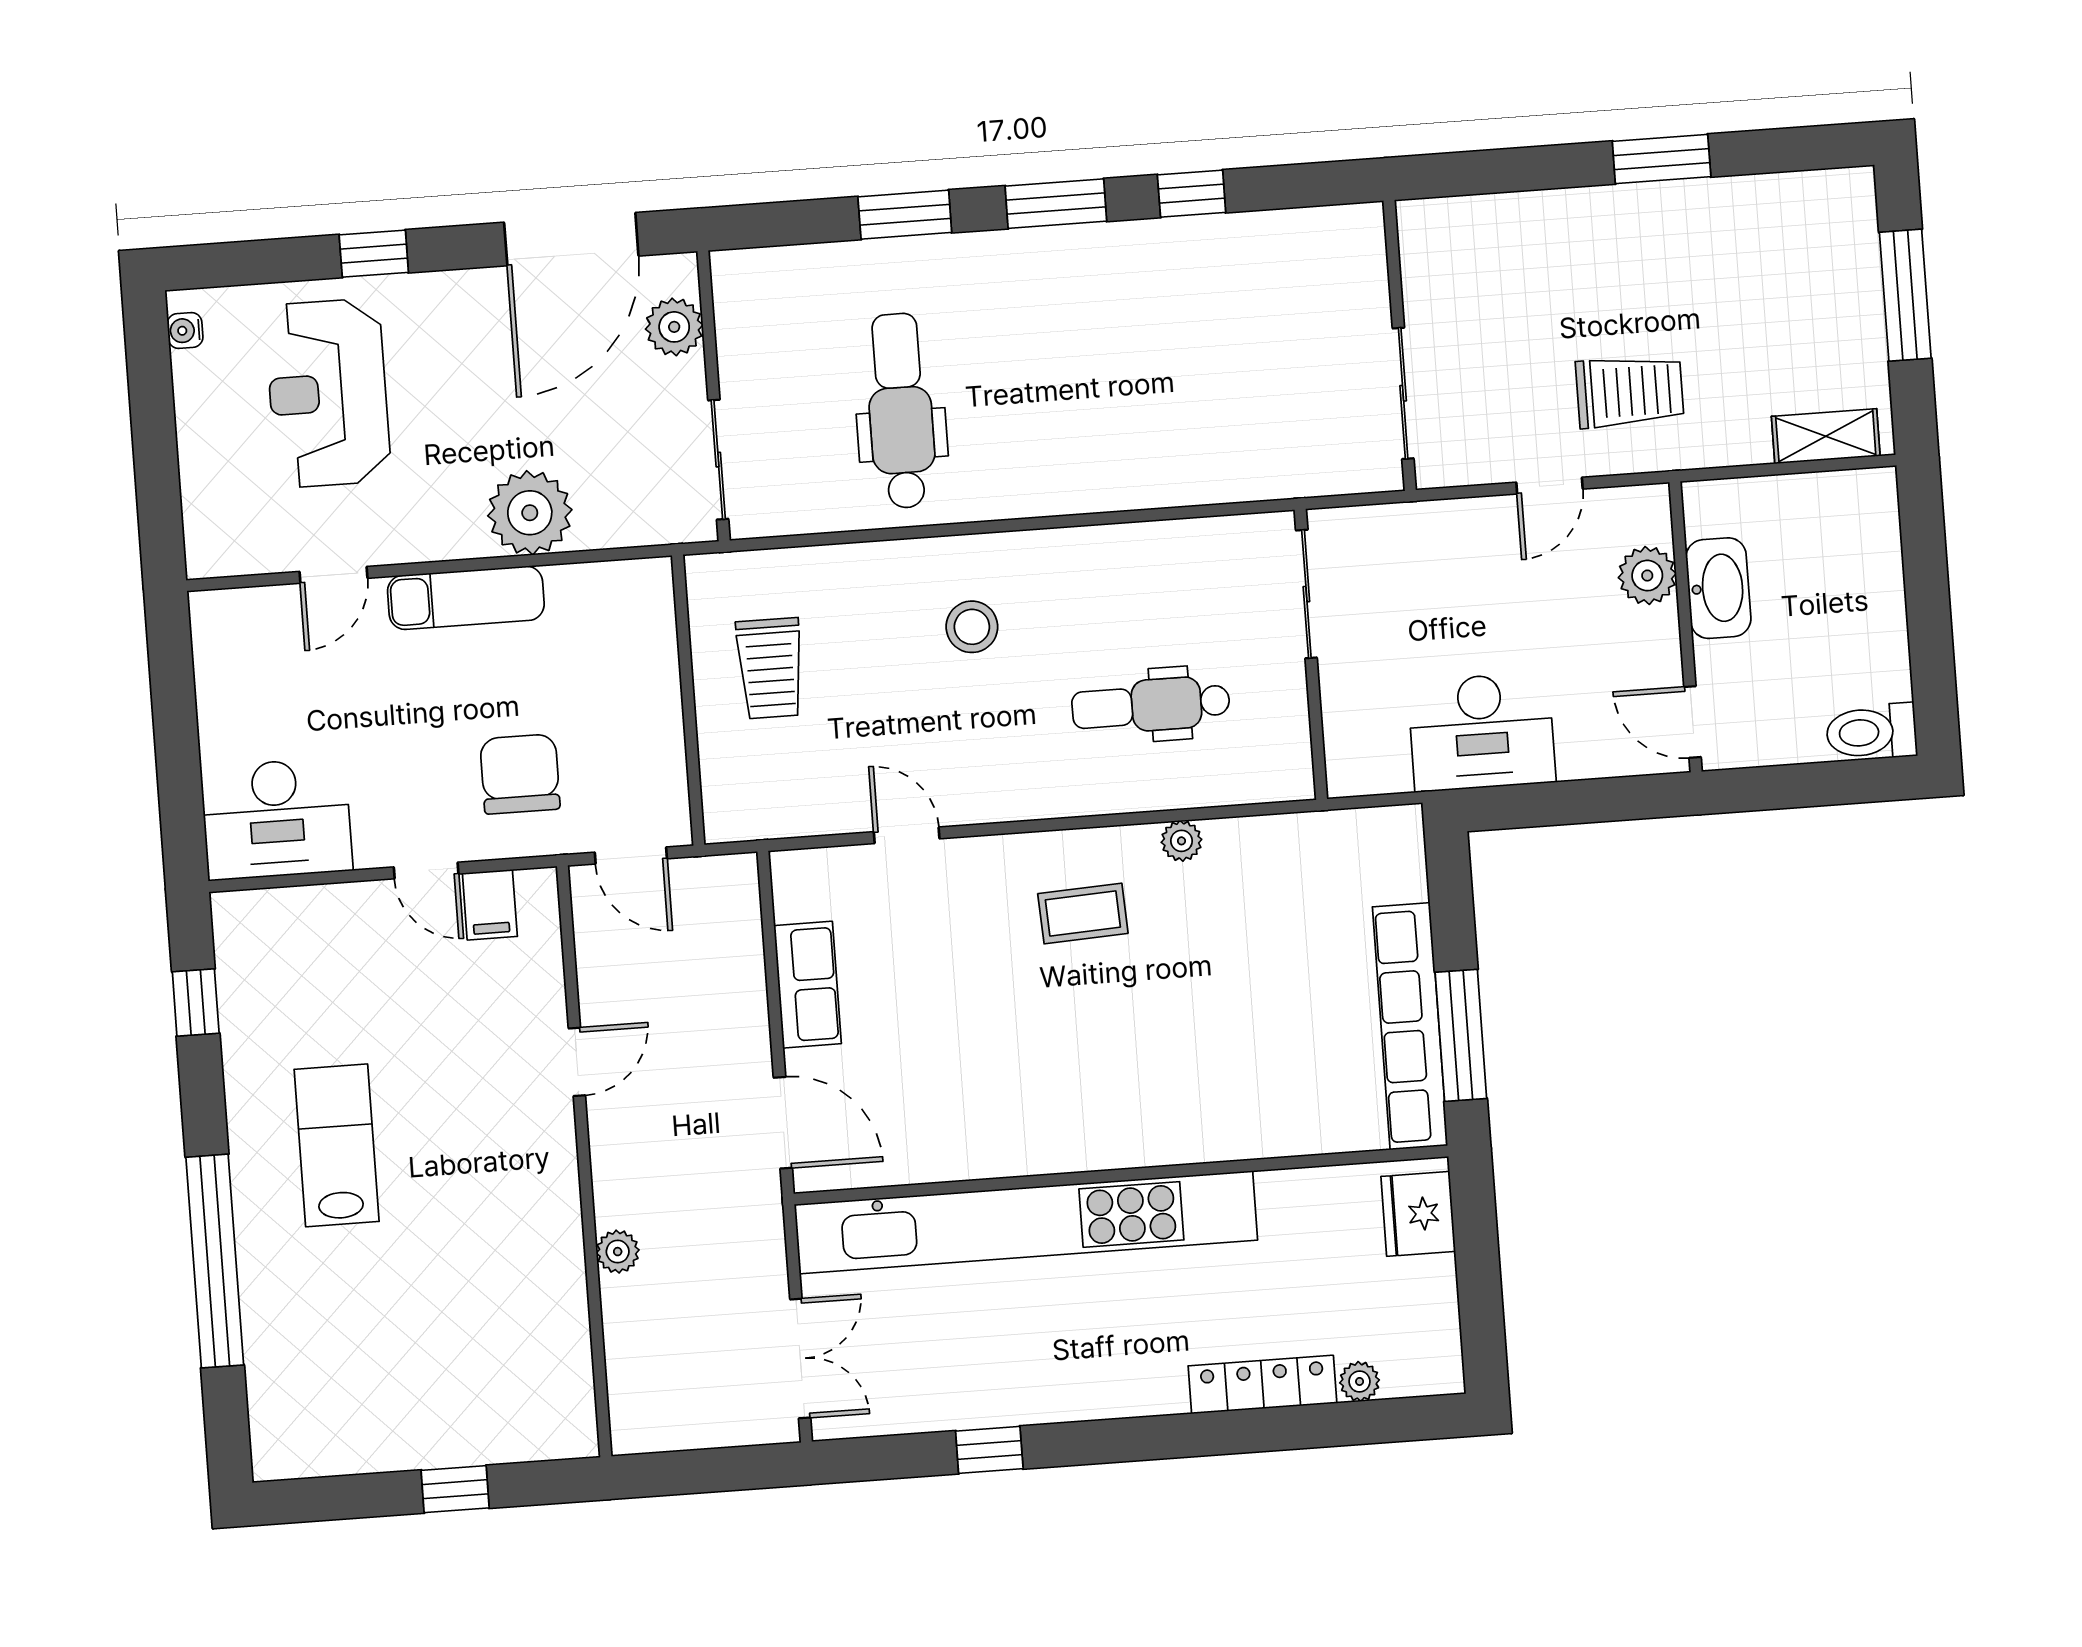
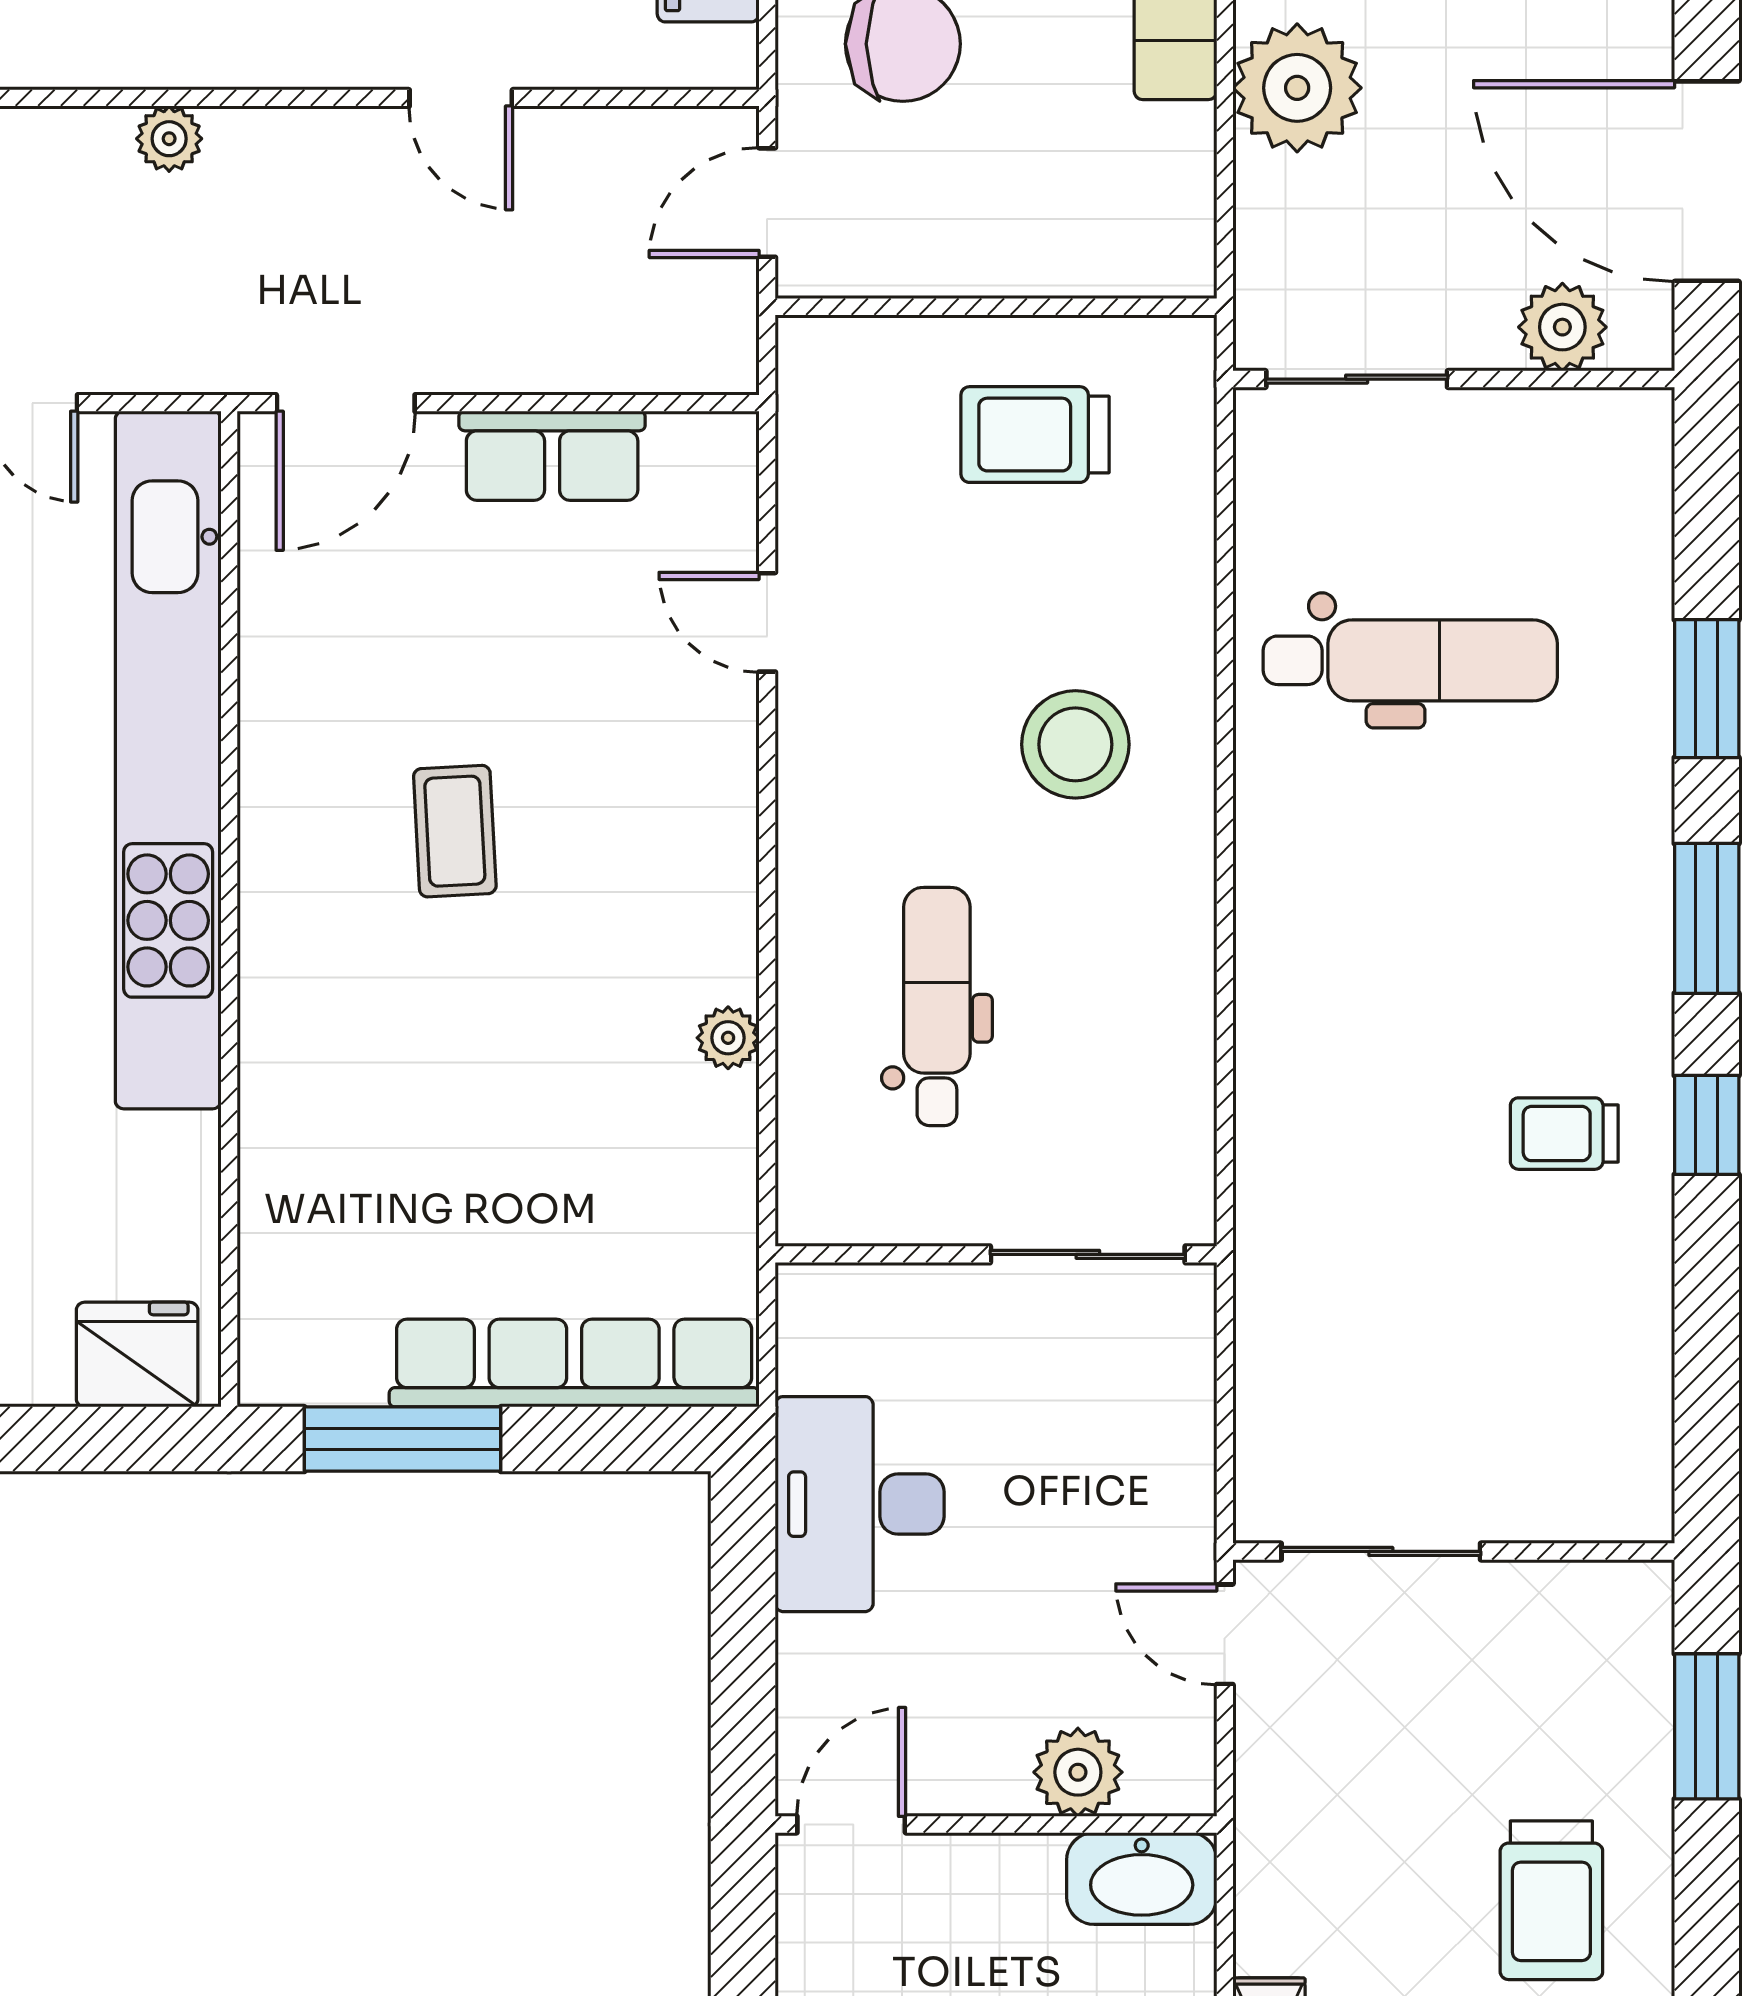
window: (1662, 159) -> (1707, 1726), moved
trolley: (1204, 287) -> (1564, 1134), added
wall: (1400, 345) -> (1454, 1551), moved
trolley: (1630, 391) -> (1551, 1900), moved
sliding door: (1403, 393) -> (1381, 1551), moved
washbasin: (1718, 588) -> (1142, 1878), moved
stool: (972, 627) -> (1075, 744), width x1.38, depth x1.38
door: (907, 835) -> (767, 622), swing flipped
coffee table: (1083, 914) -> (455, 831), moved
row of seats: (1410, 1026) -> (574, 1363), moved

